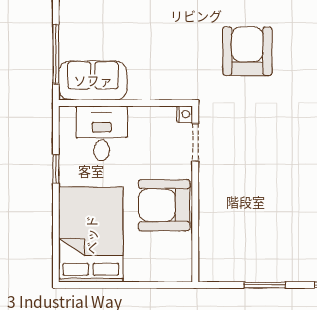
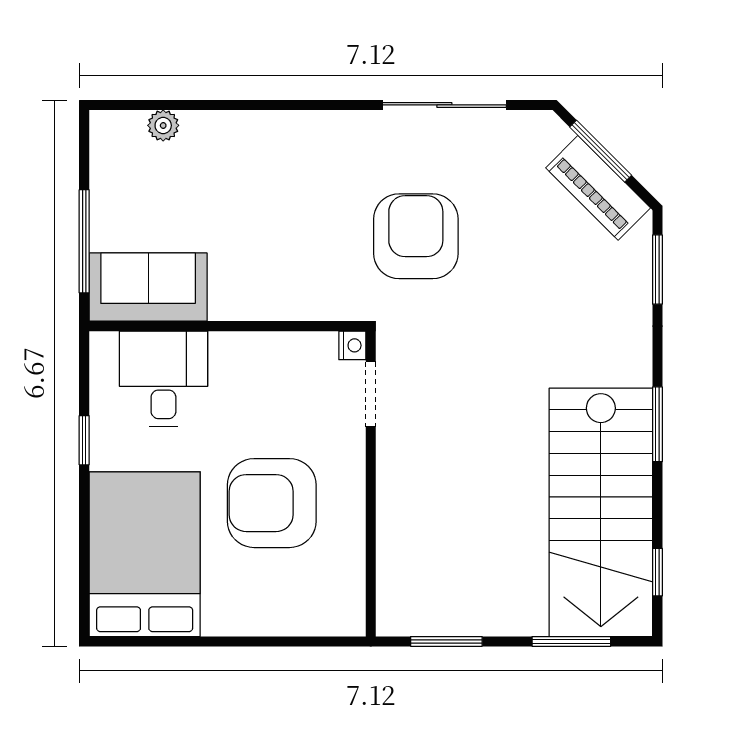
nightstand: (185, 114) -> (352, 345), moved
doorway: (195, 142) -> (371, 394), moved
wall: (195, 194) -> (371, 484), moved

